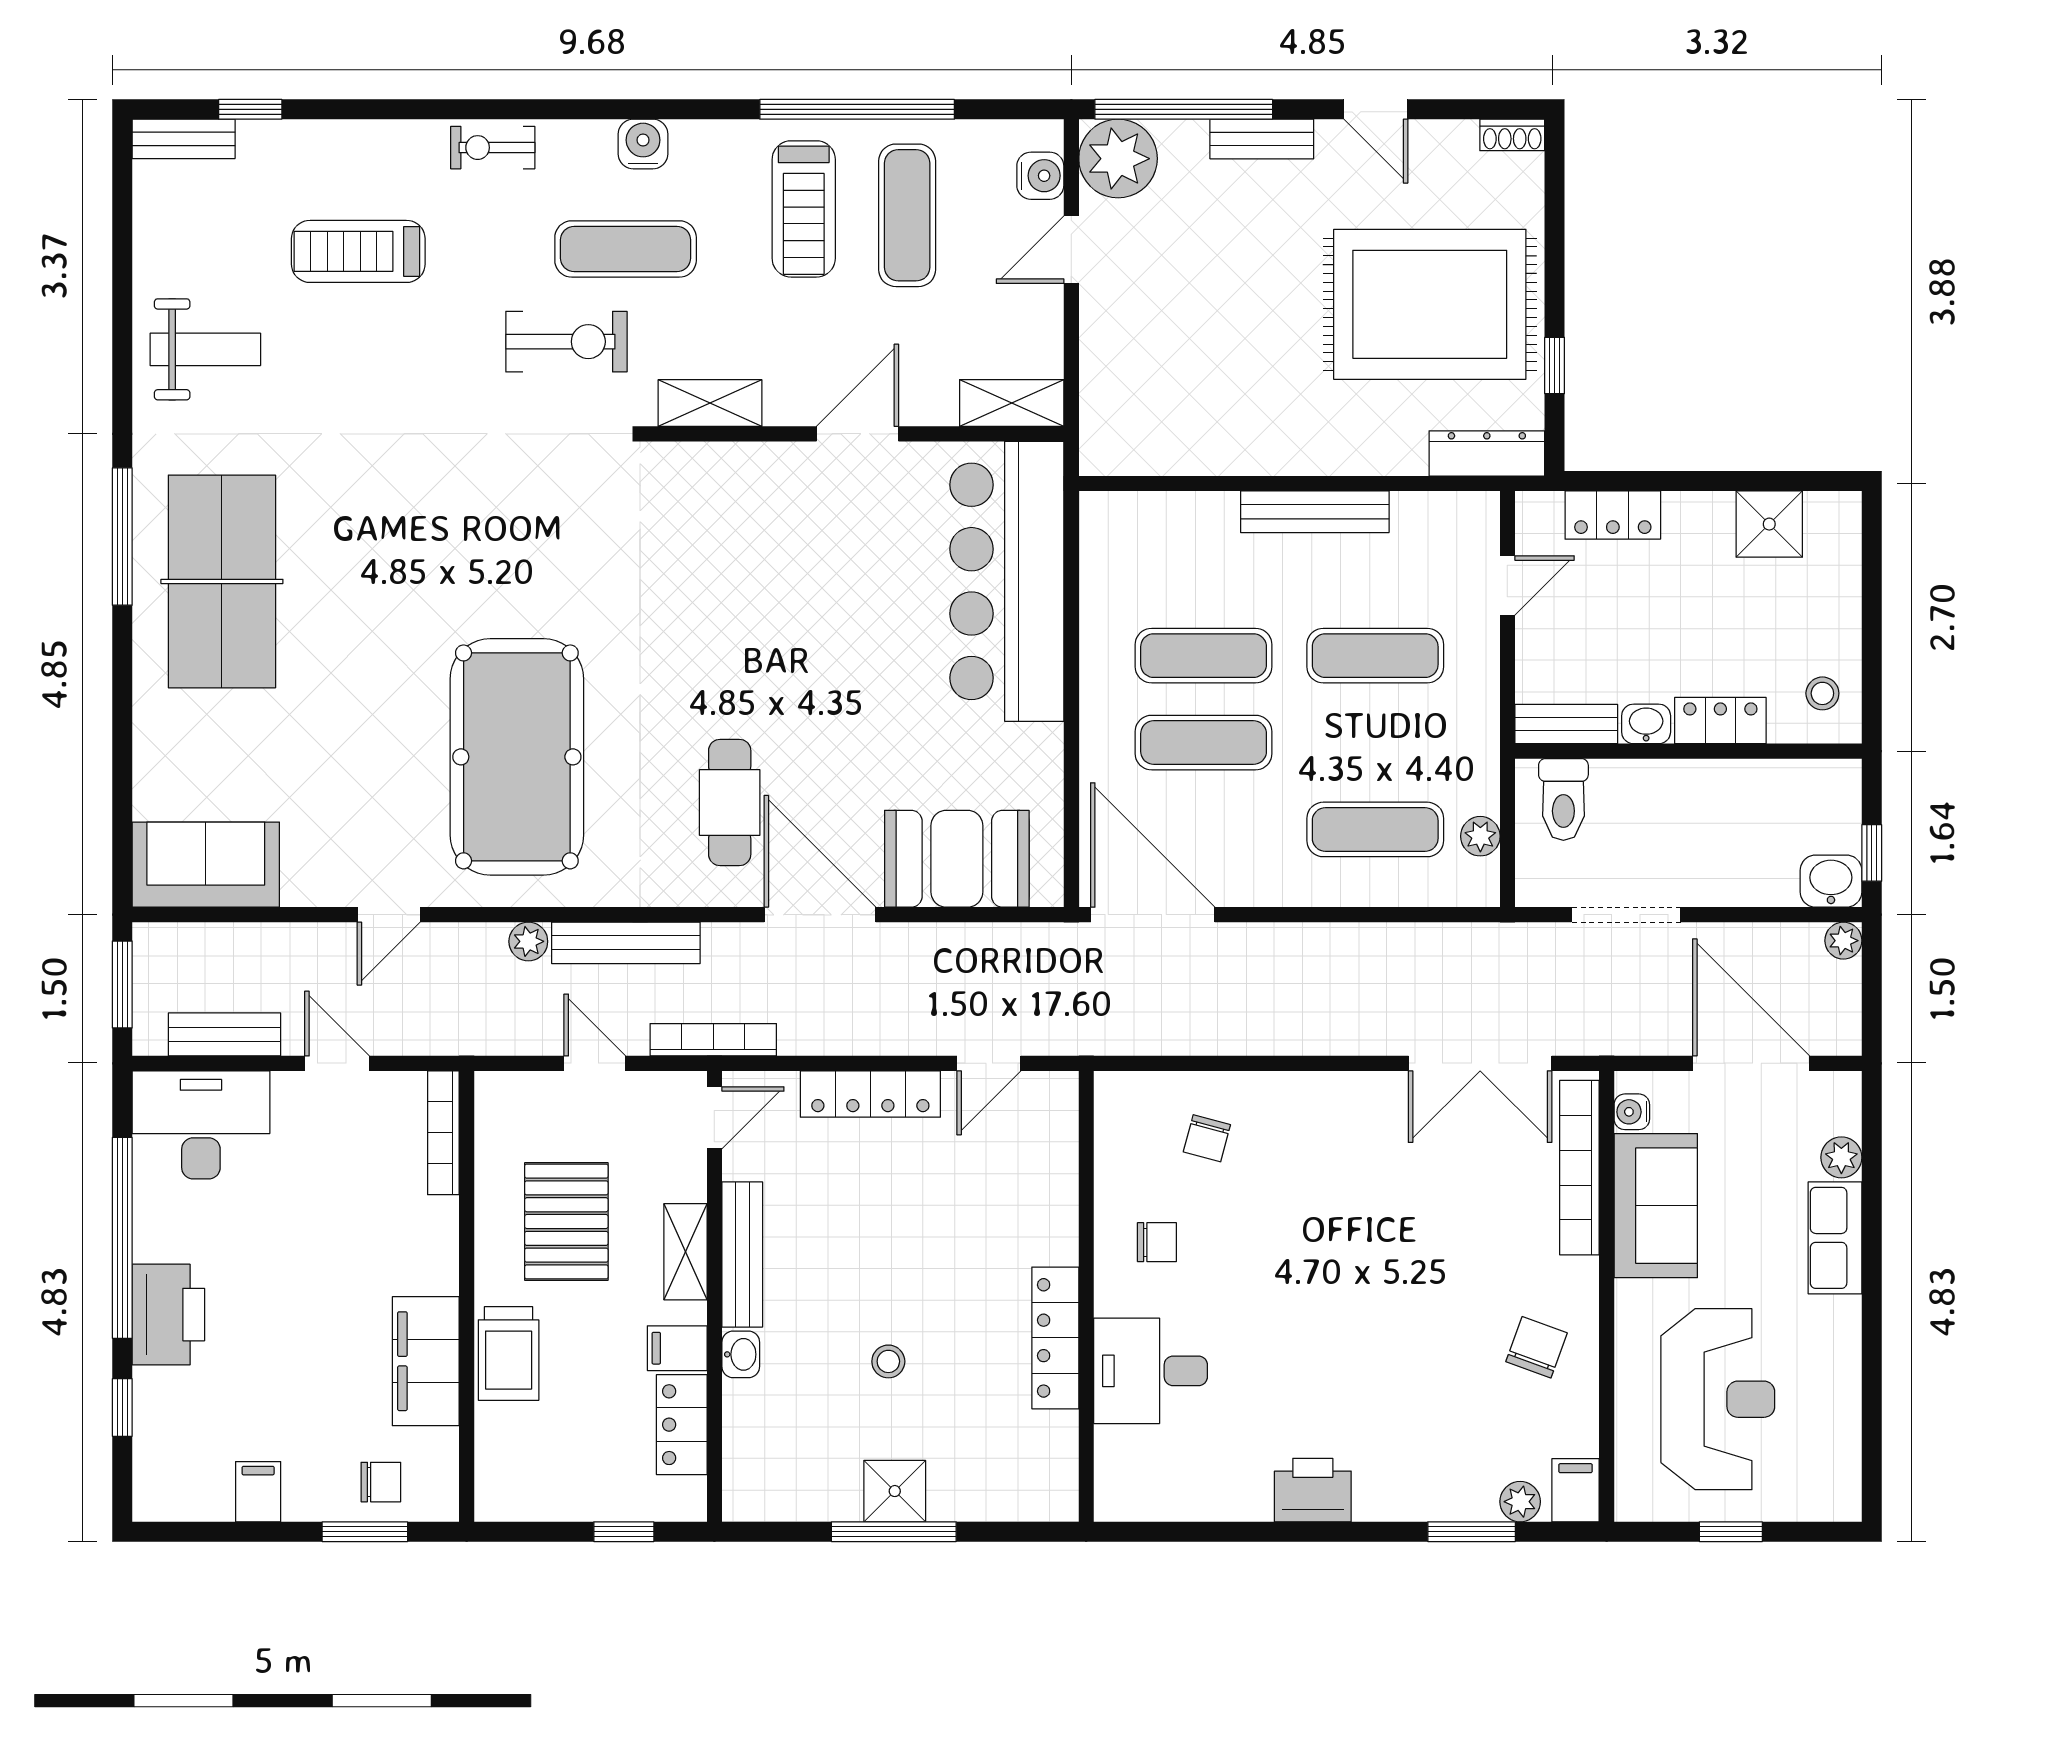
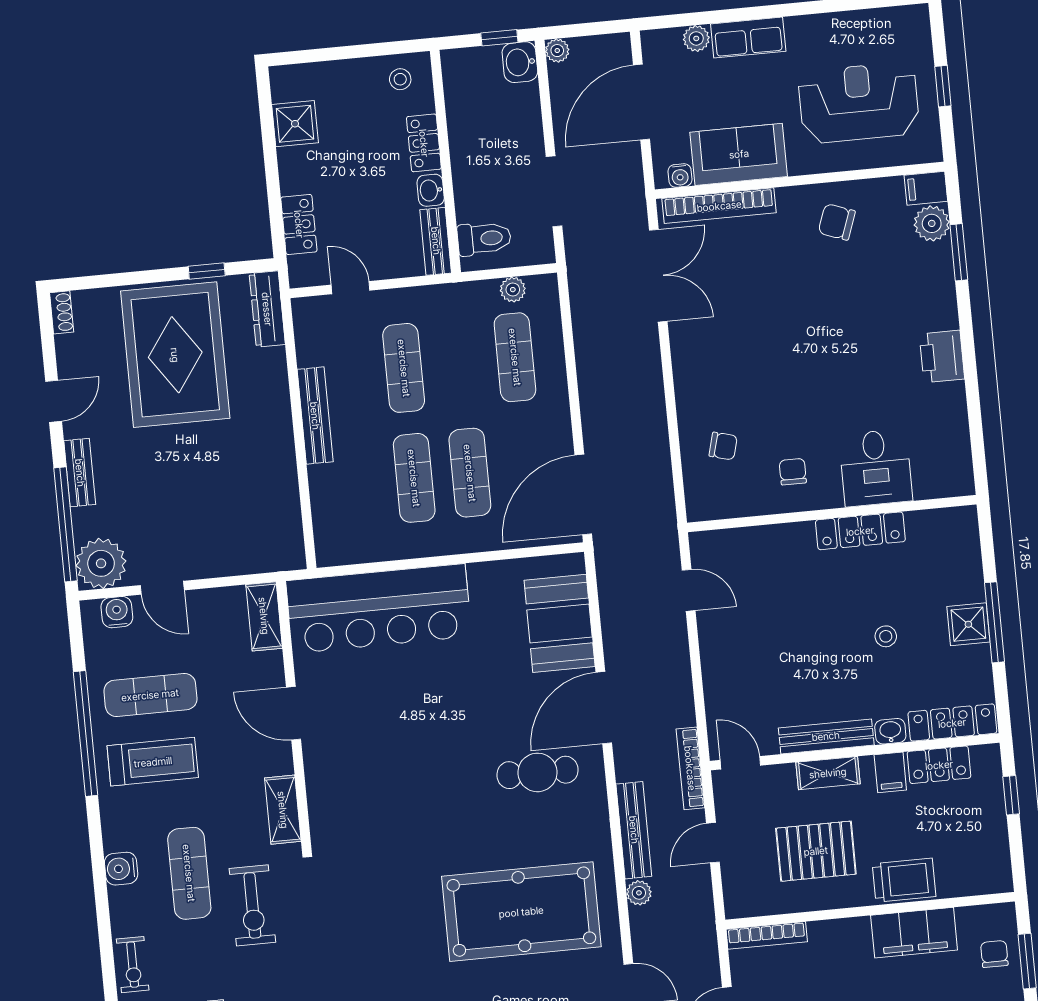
exercise bike: (566, 342) -> (252, 905), turned 180
locker: (870, 1094) -> (952, 723), moved, turned -90
plant: (1520, 1502) -> (932, 223), width x1.38, depth x1.38

